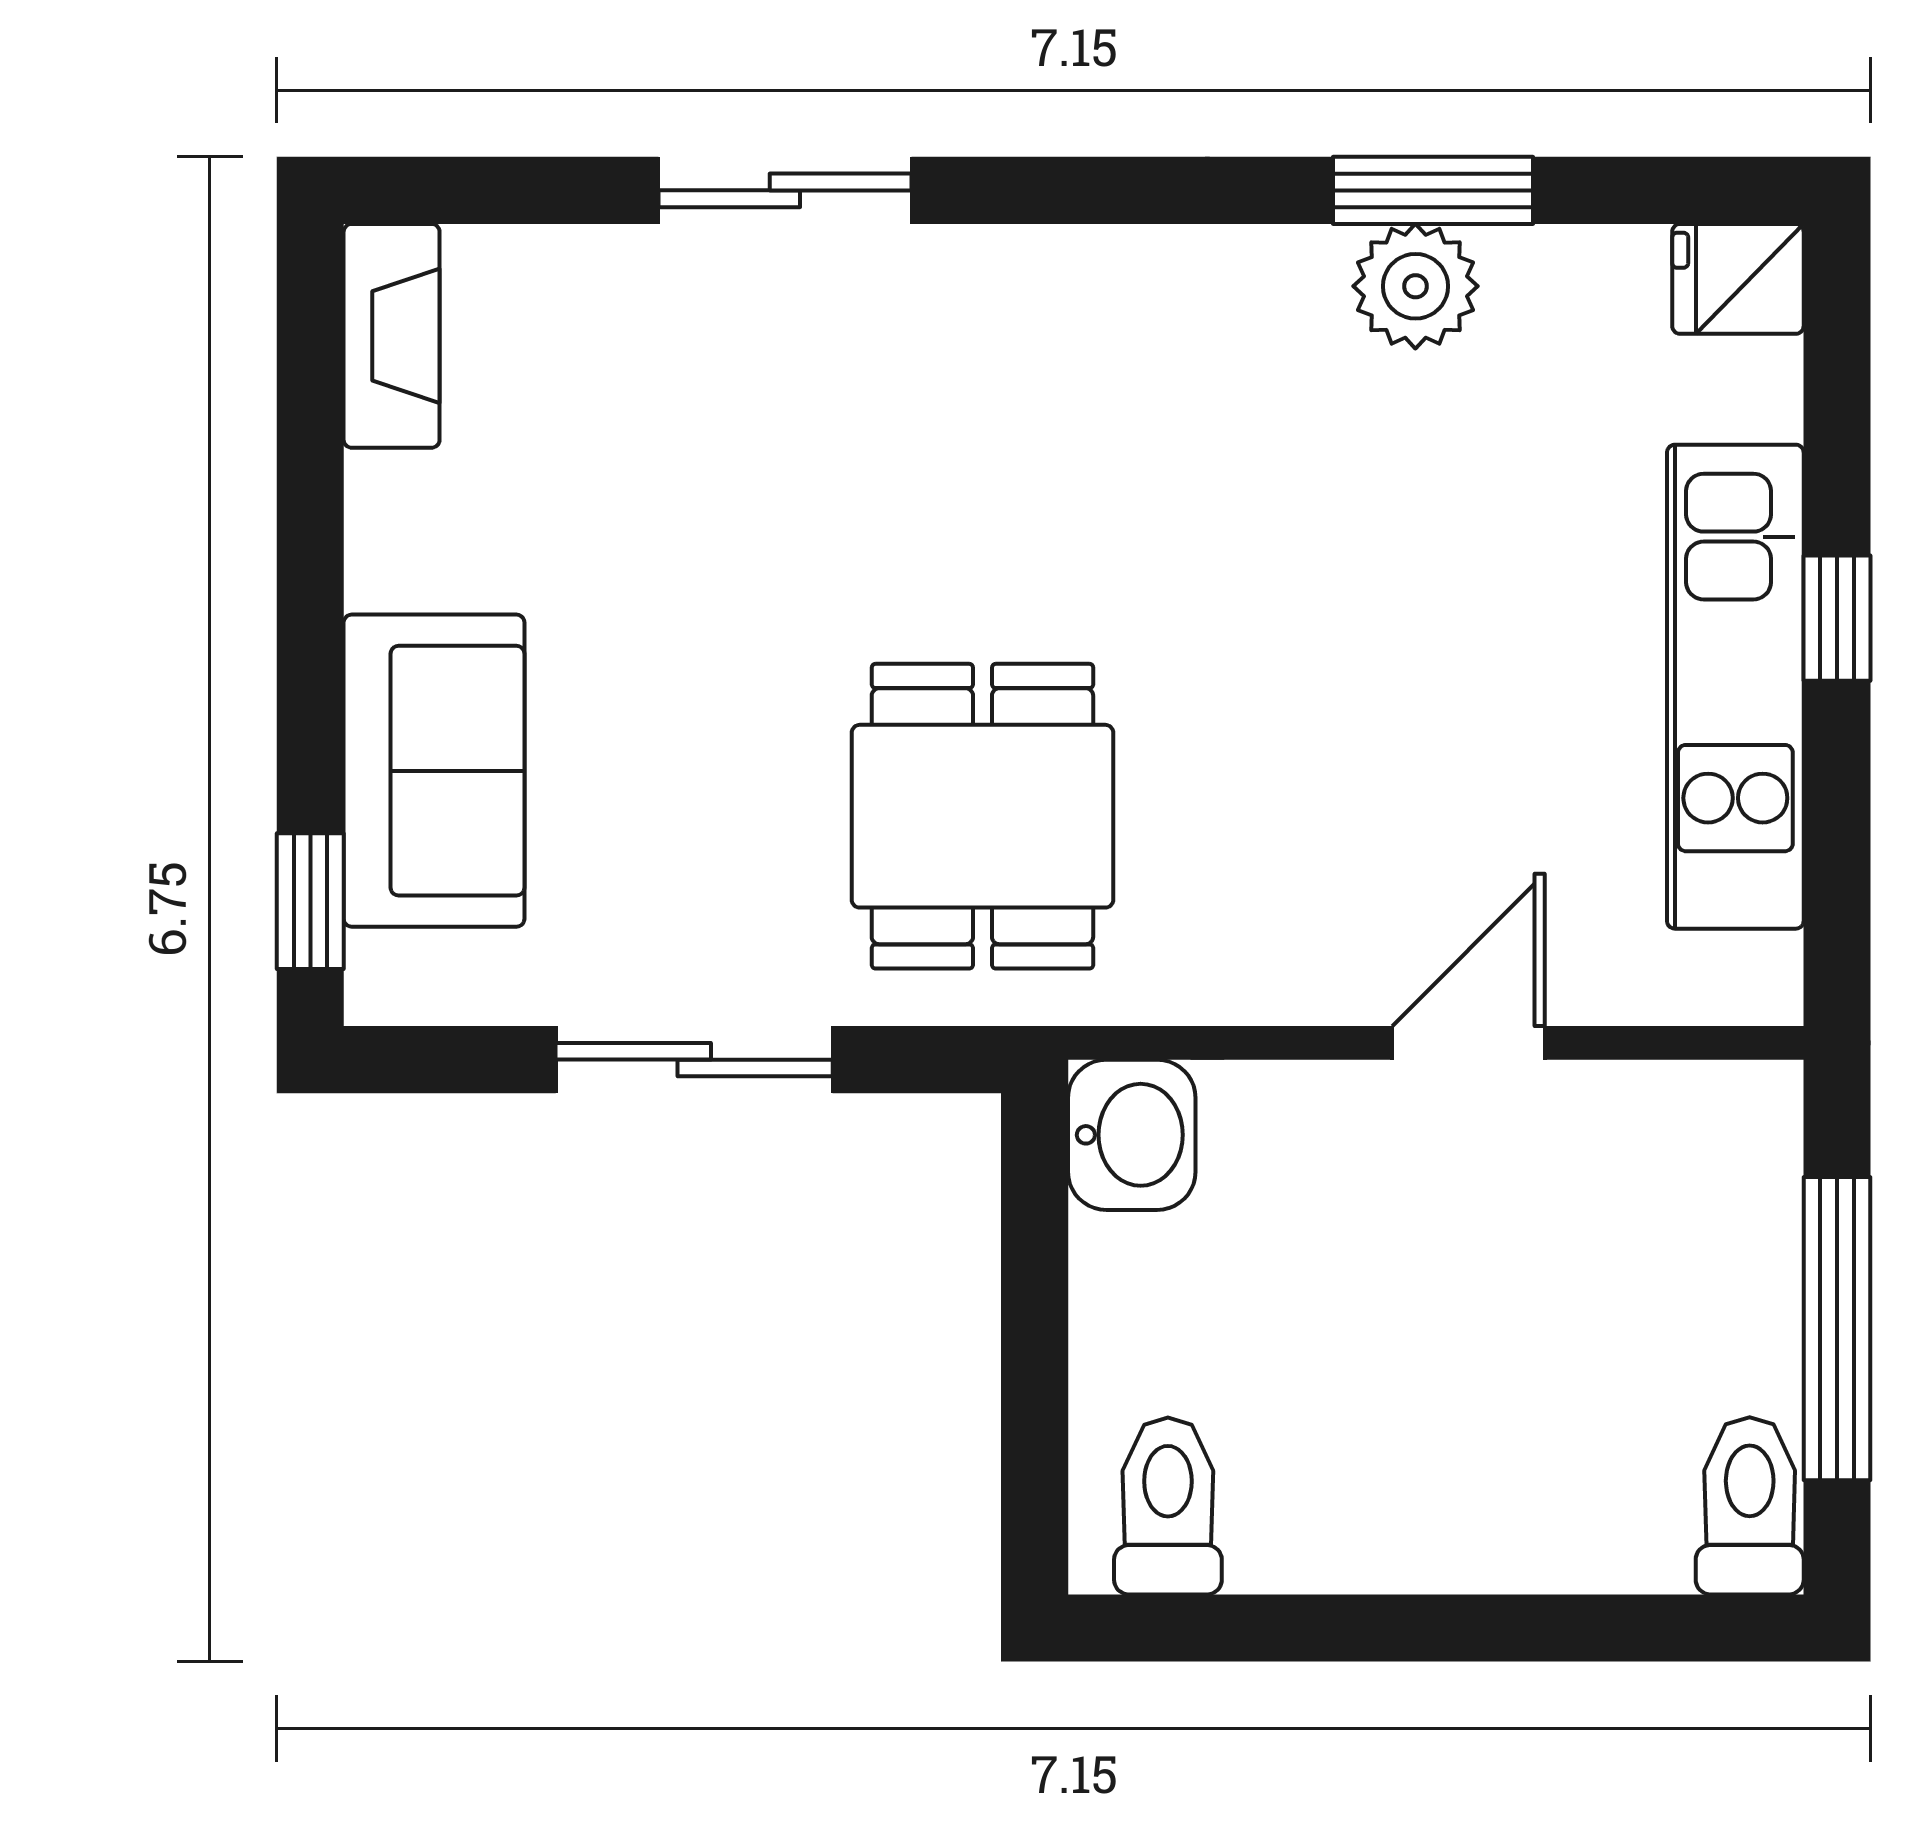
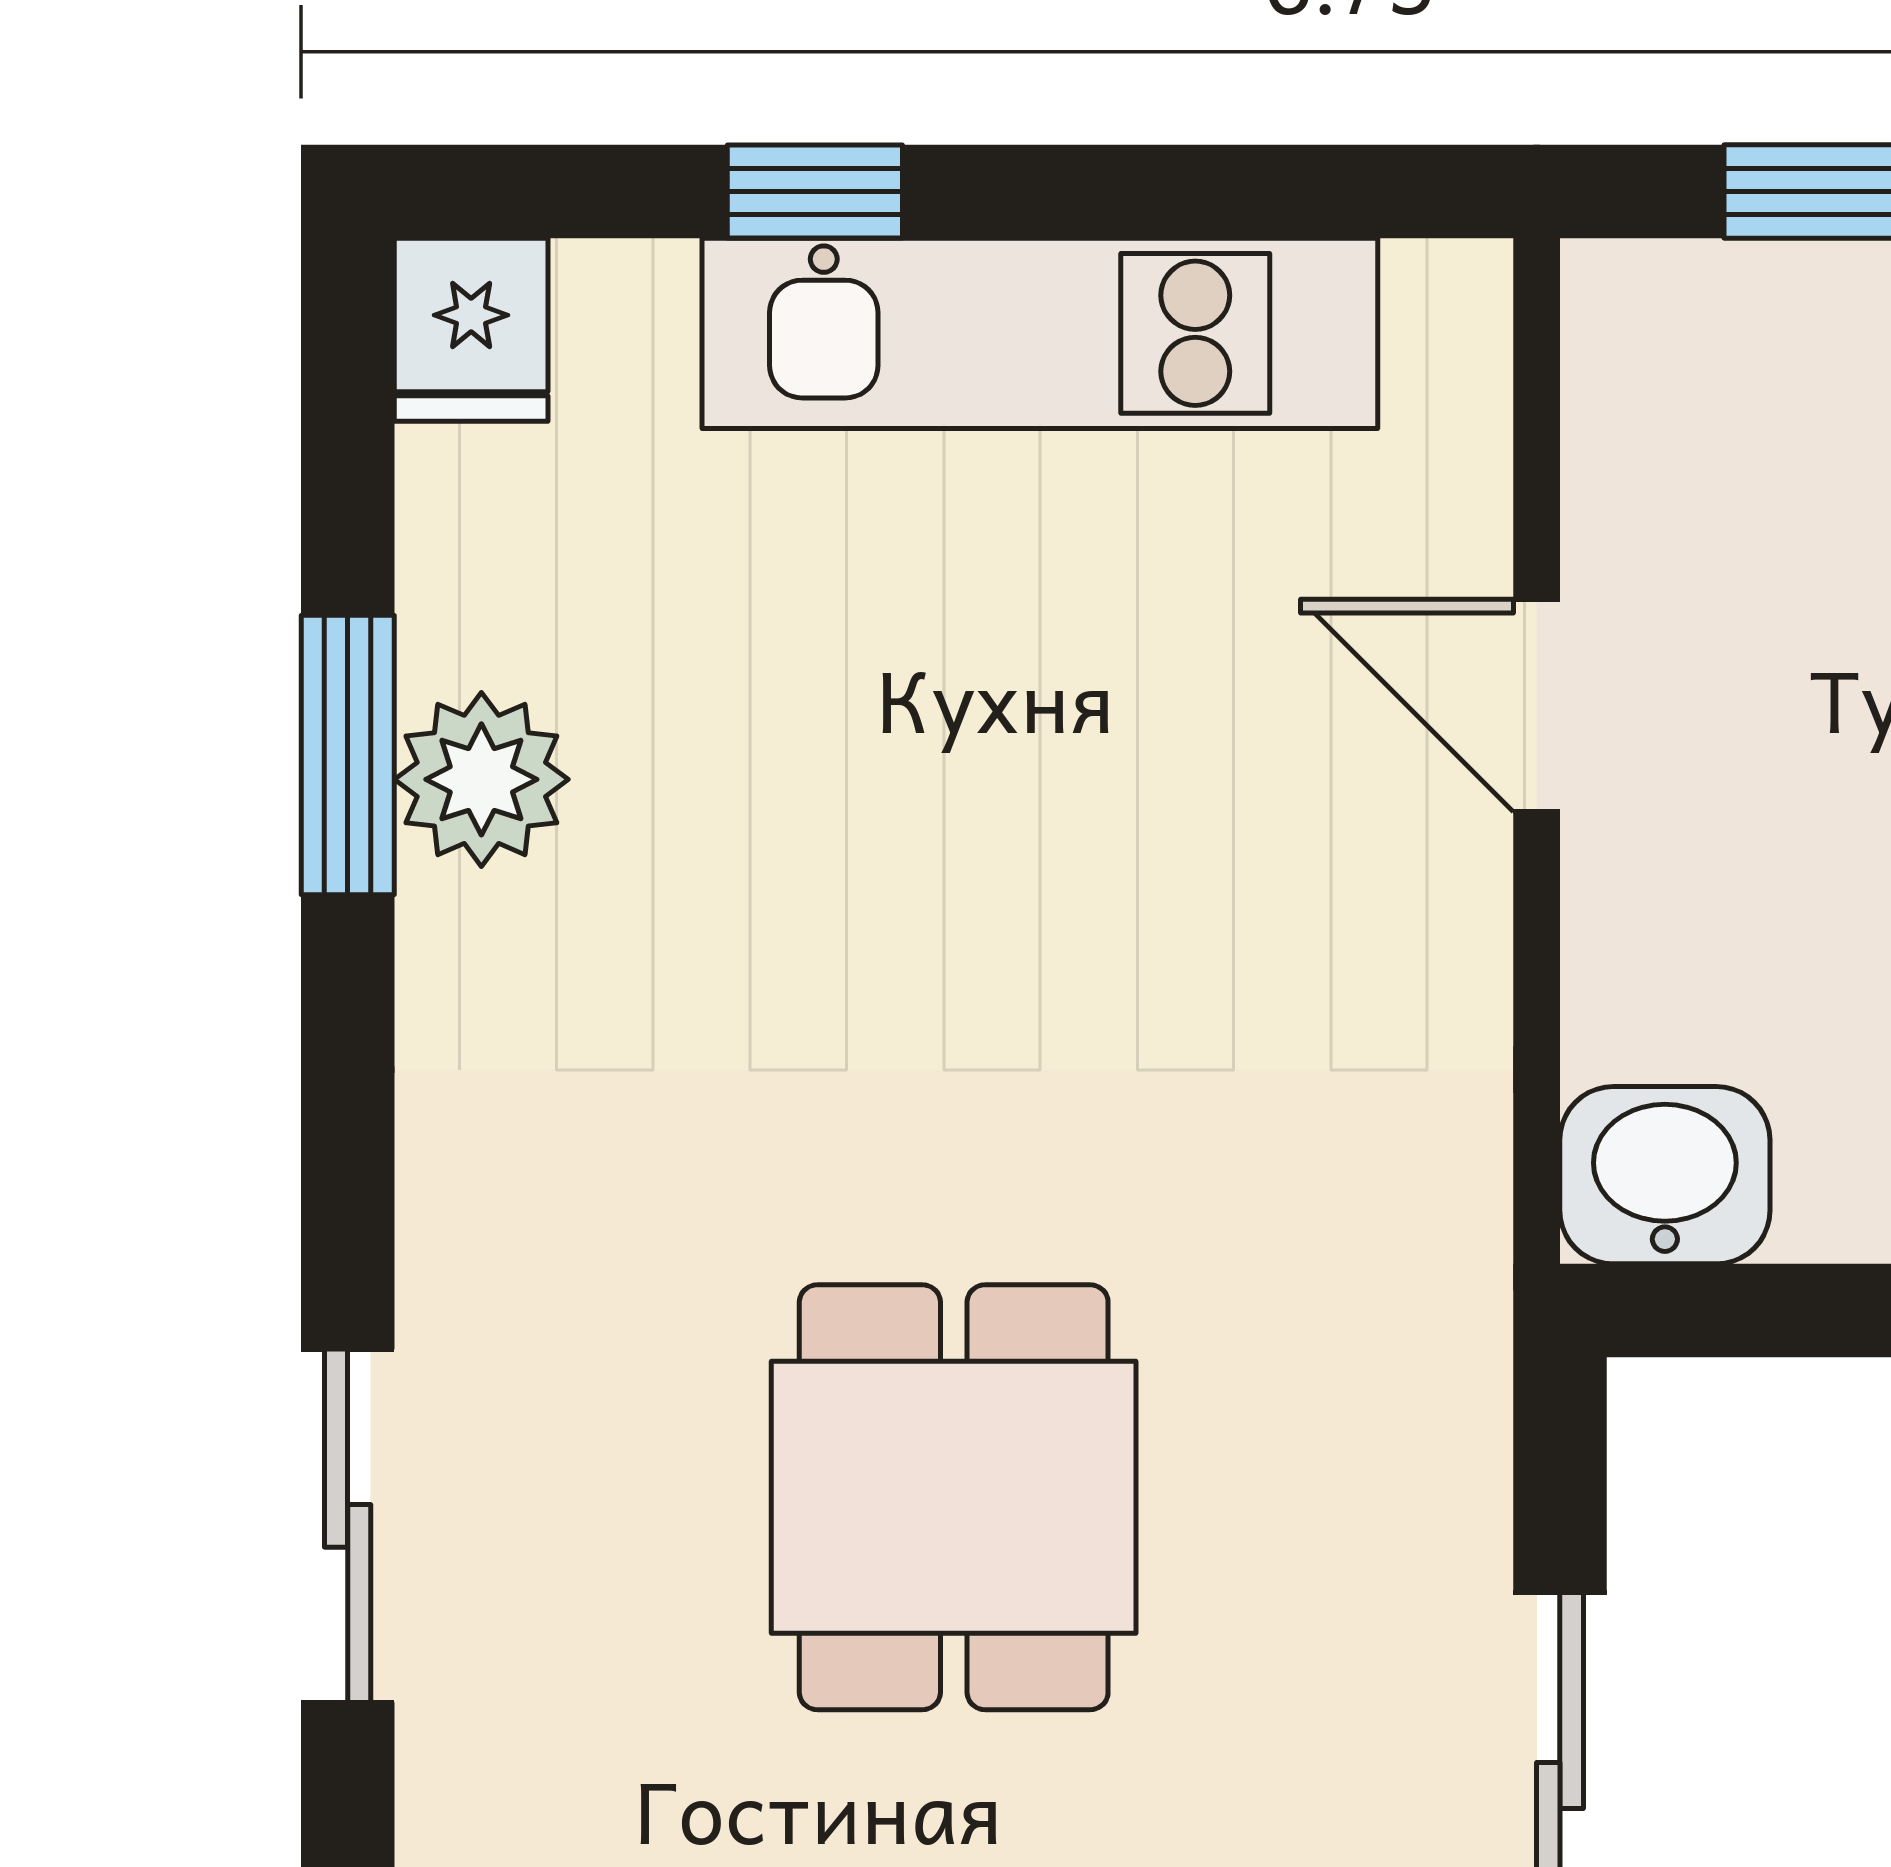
sliding door: (785, 190) -> (348, 1526), moved
window: (1837, 618) -> (815, 192), moved
dining table: (982, 816) -> (954, 1497), moved, turned 90

